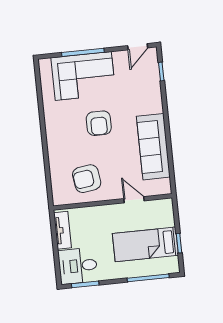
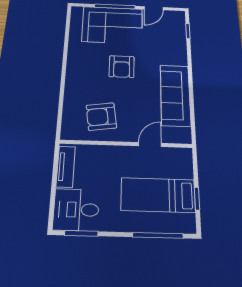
door: (138, 47) -> (154, 8), moved
door: (134, 200) -> (150, 145), hinge flipped

